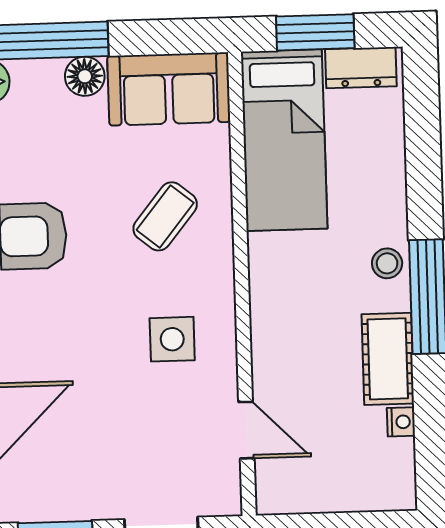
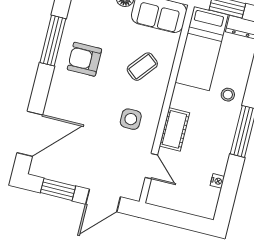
stool: (387, 263) -> (228, 95), moved
cot: (388, 359) -> (174, 129), moved

